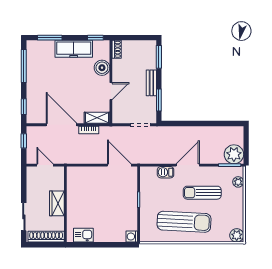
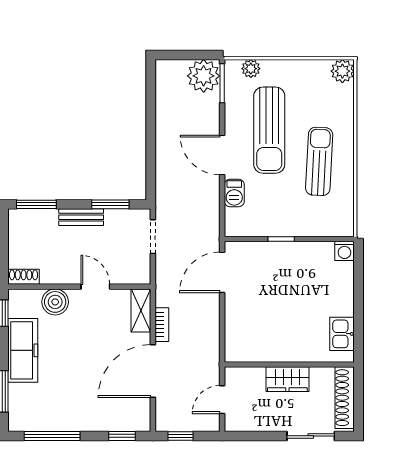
sun lounger: (202, 193) -> (269, 130), width x1.36, depth x1.34
sun lounger: (184, 222) -> (319, 161), width x0.73, depth x0.75

